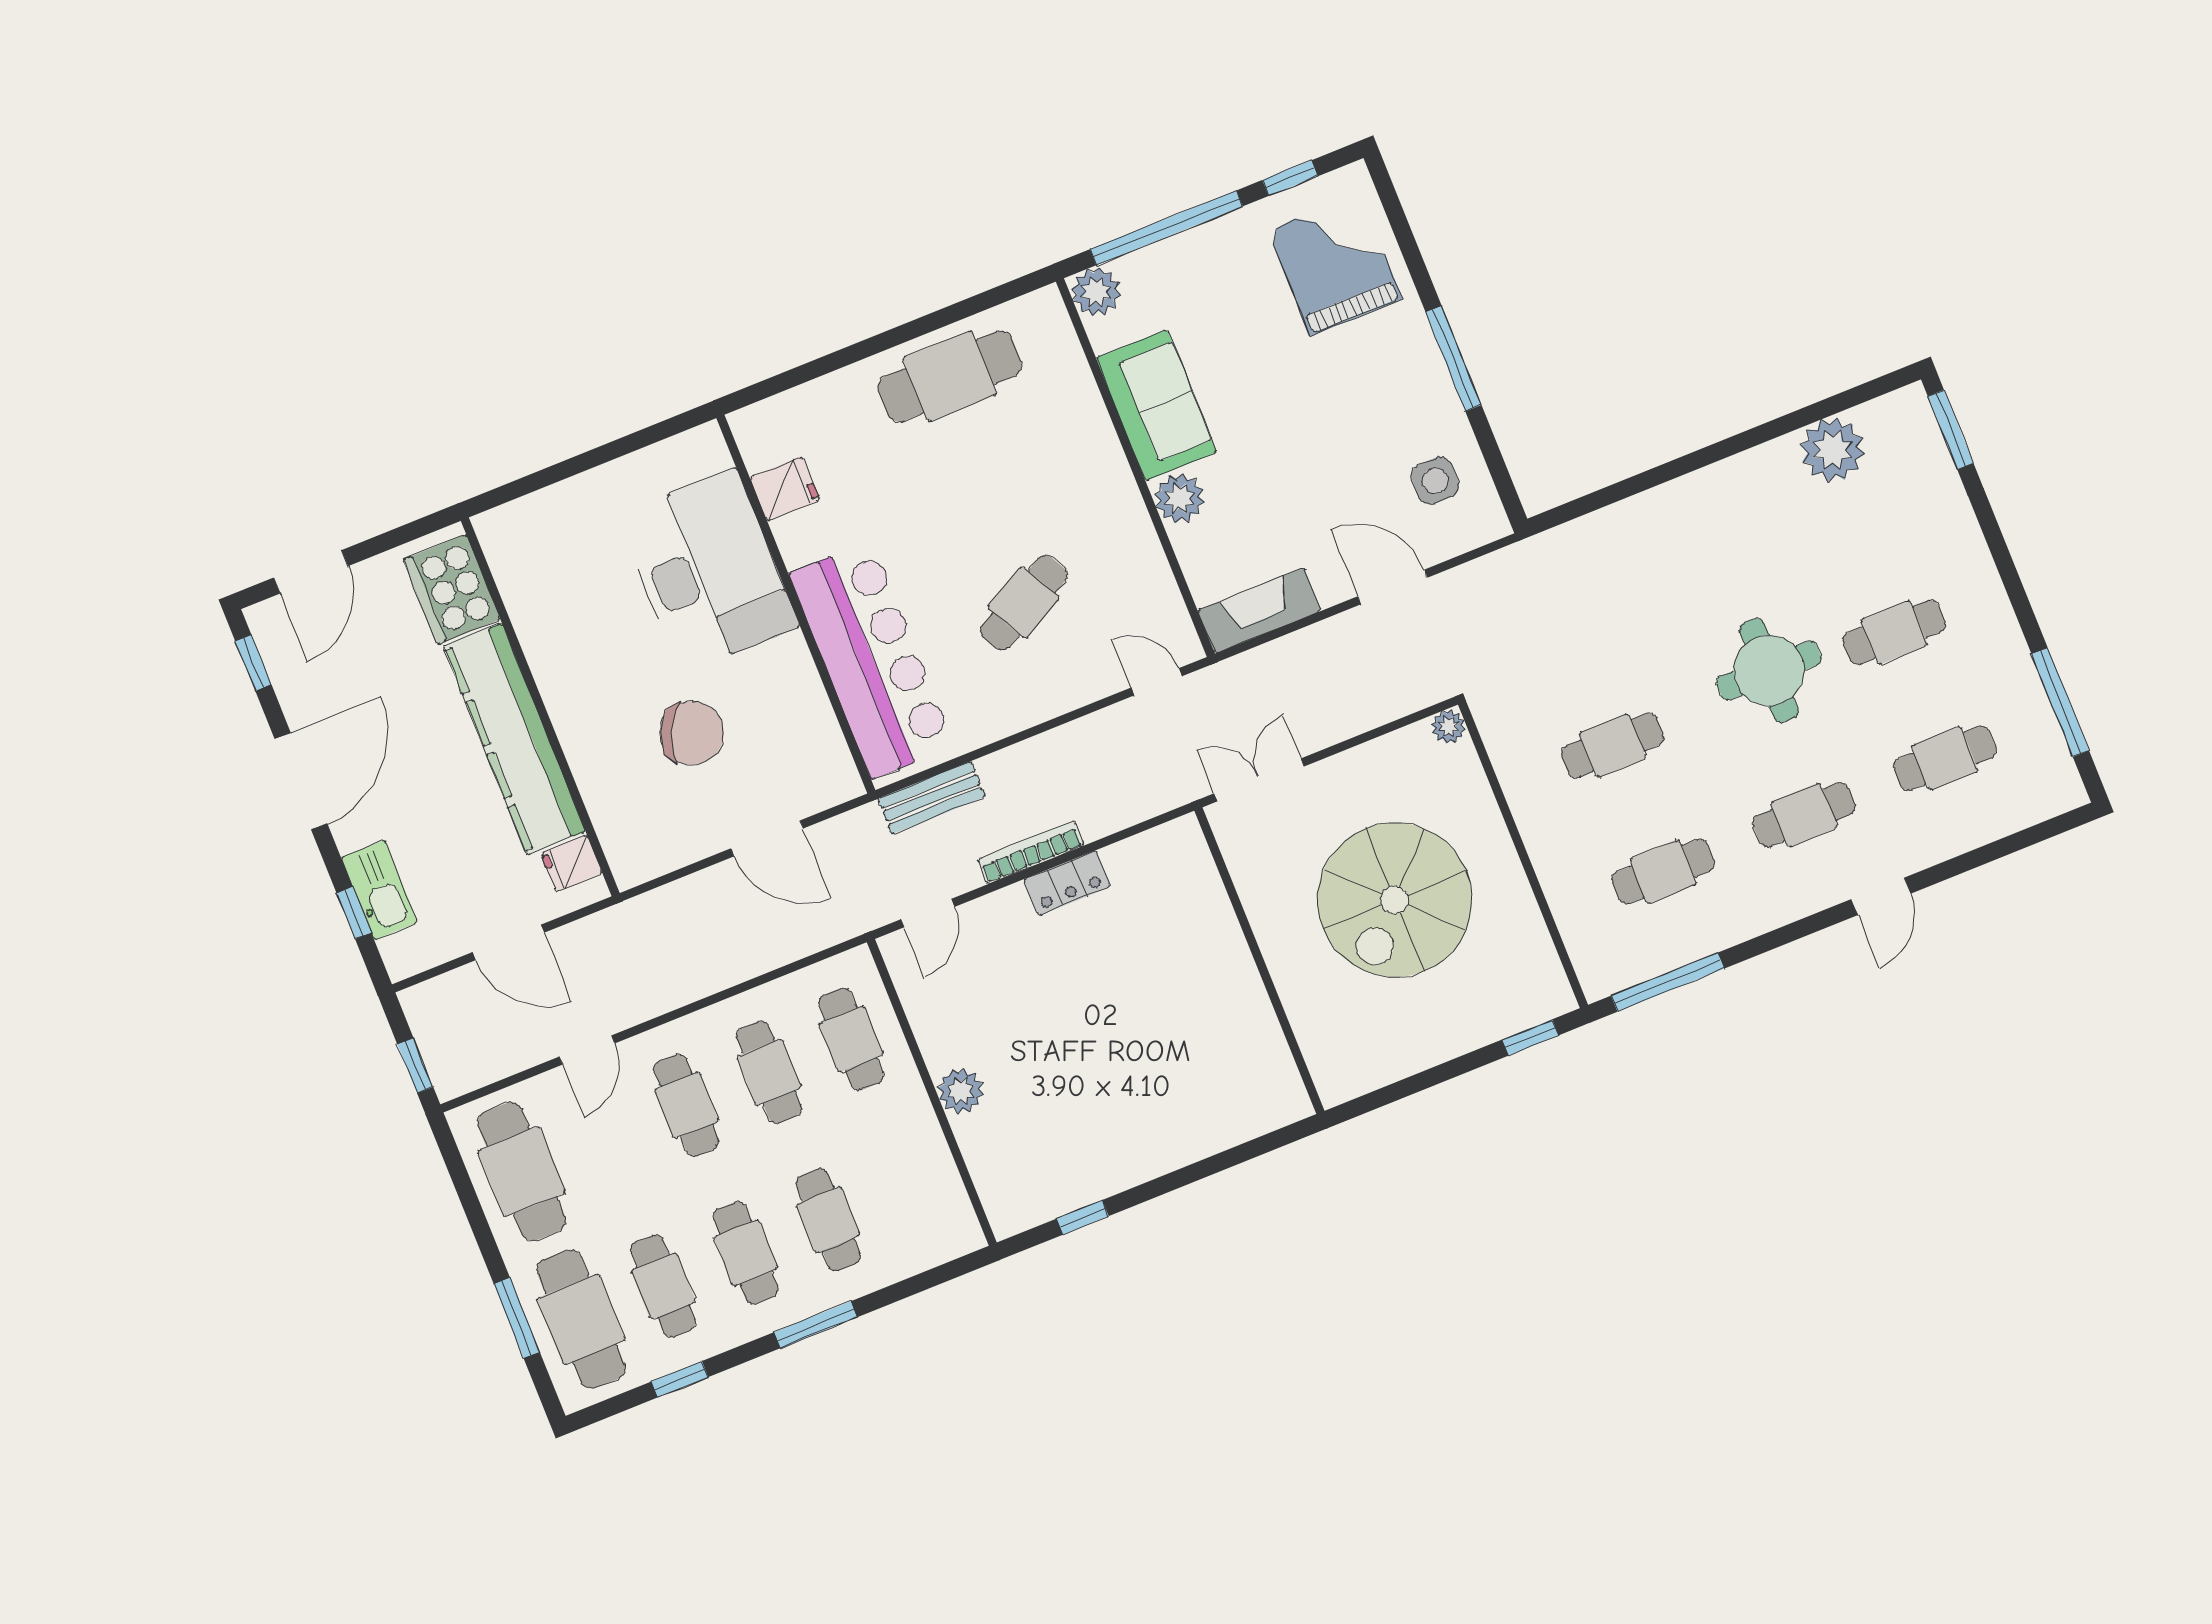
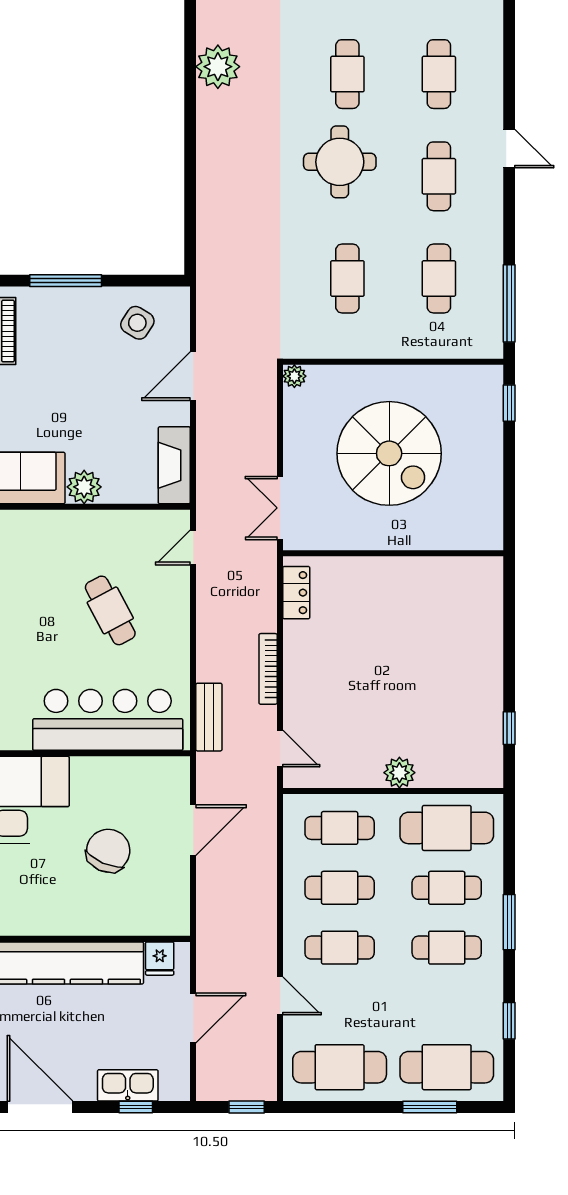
side table: (1435, 481) -> (137, 323), turned 32
locker: (1067, 883) -> (296, 593), moved
cafe table: (663, 1286) -> (447, 828), moved, width x1.37, depth x1.35

